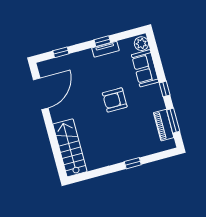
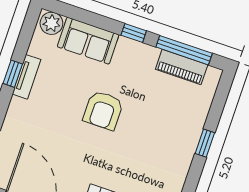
window: (173, 121) -> (184, 50), width x1.44

